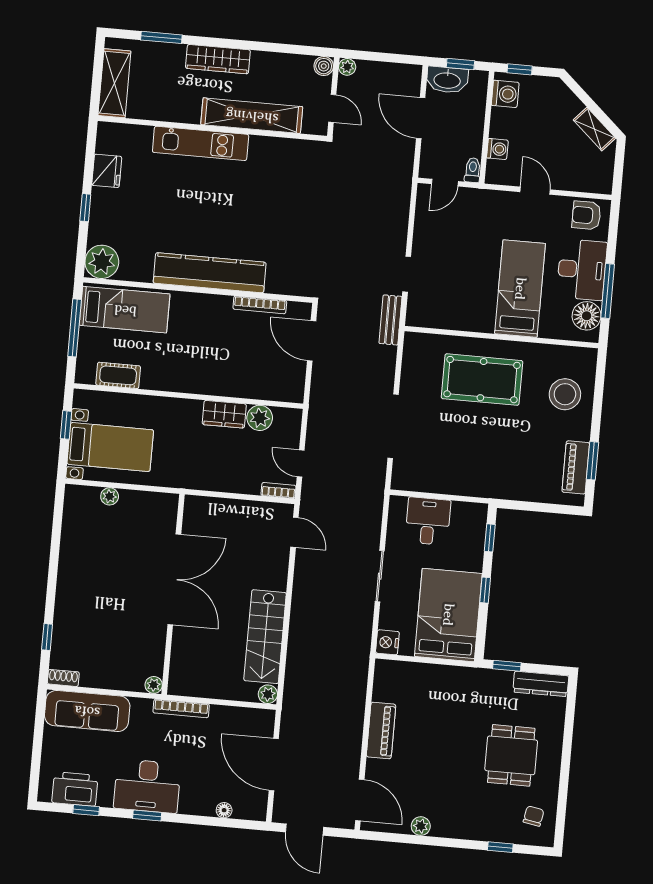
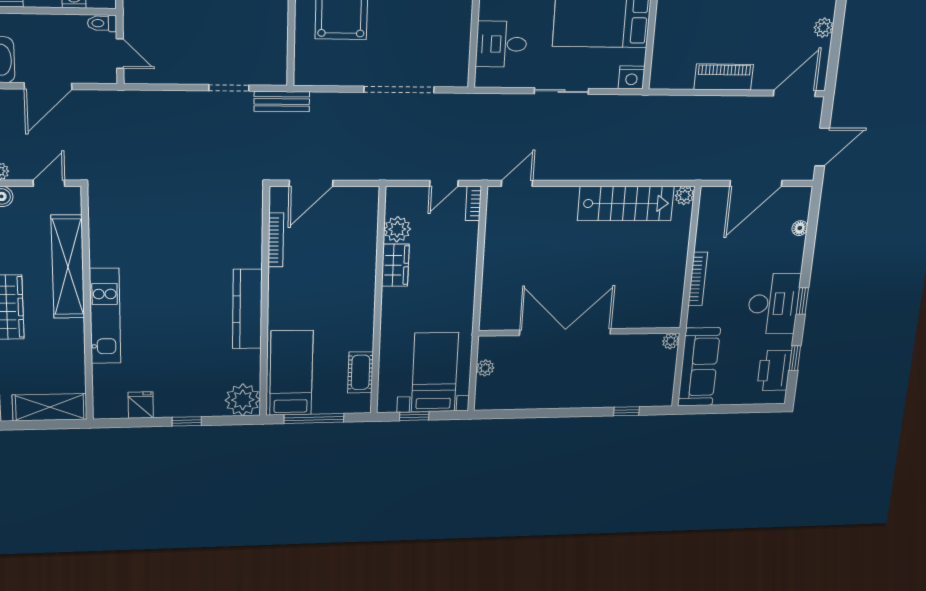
fridge: (107, 171) -> (141, 405), width x0.72
kitchen counter: (210, 273) -> (247, 309), width x0.72, depth x0.86
double door: (174, 579) -> (565, 332), moved
wall: (173, 594) -> (580, 332), moved
shoe rack: (63, 678) -> (666, 392), removed
plant: (154, 685) -> (671, 341), moved

